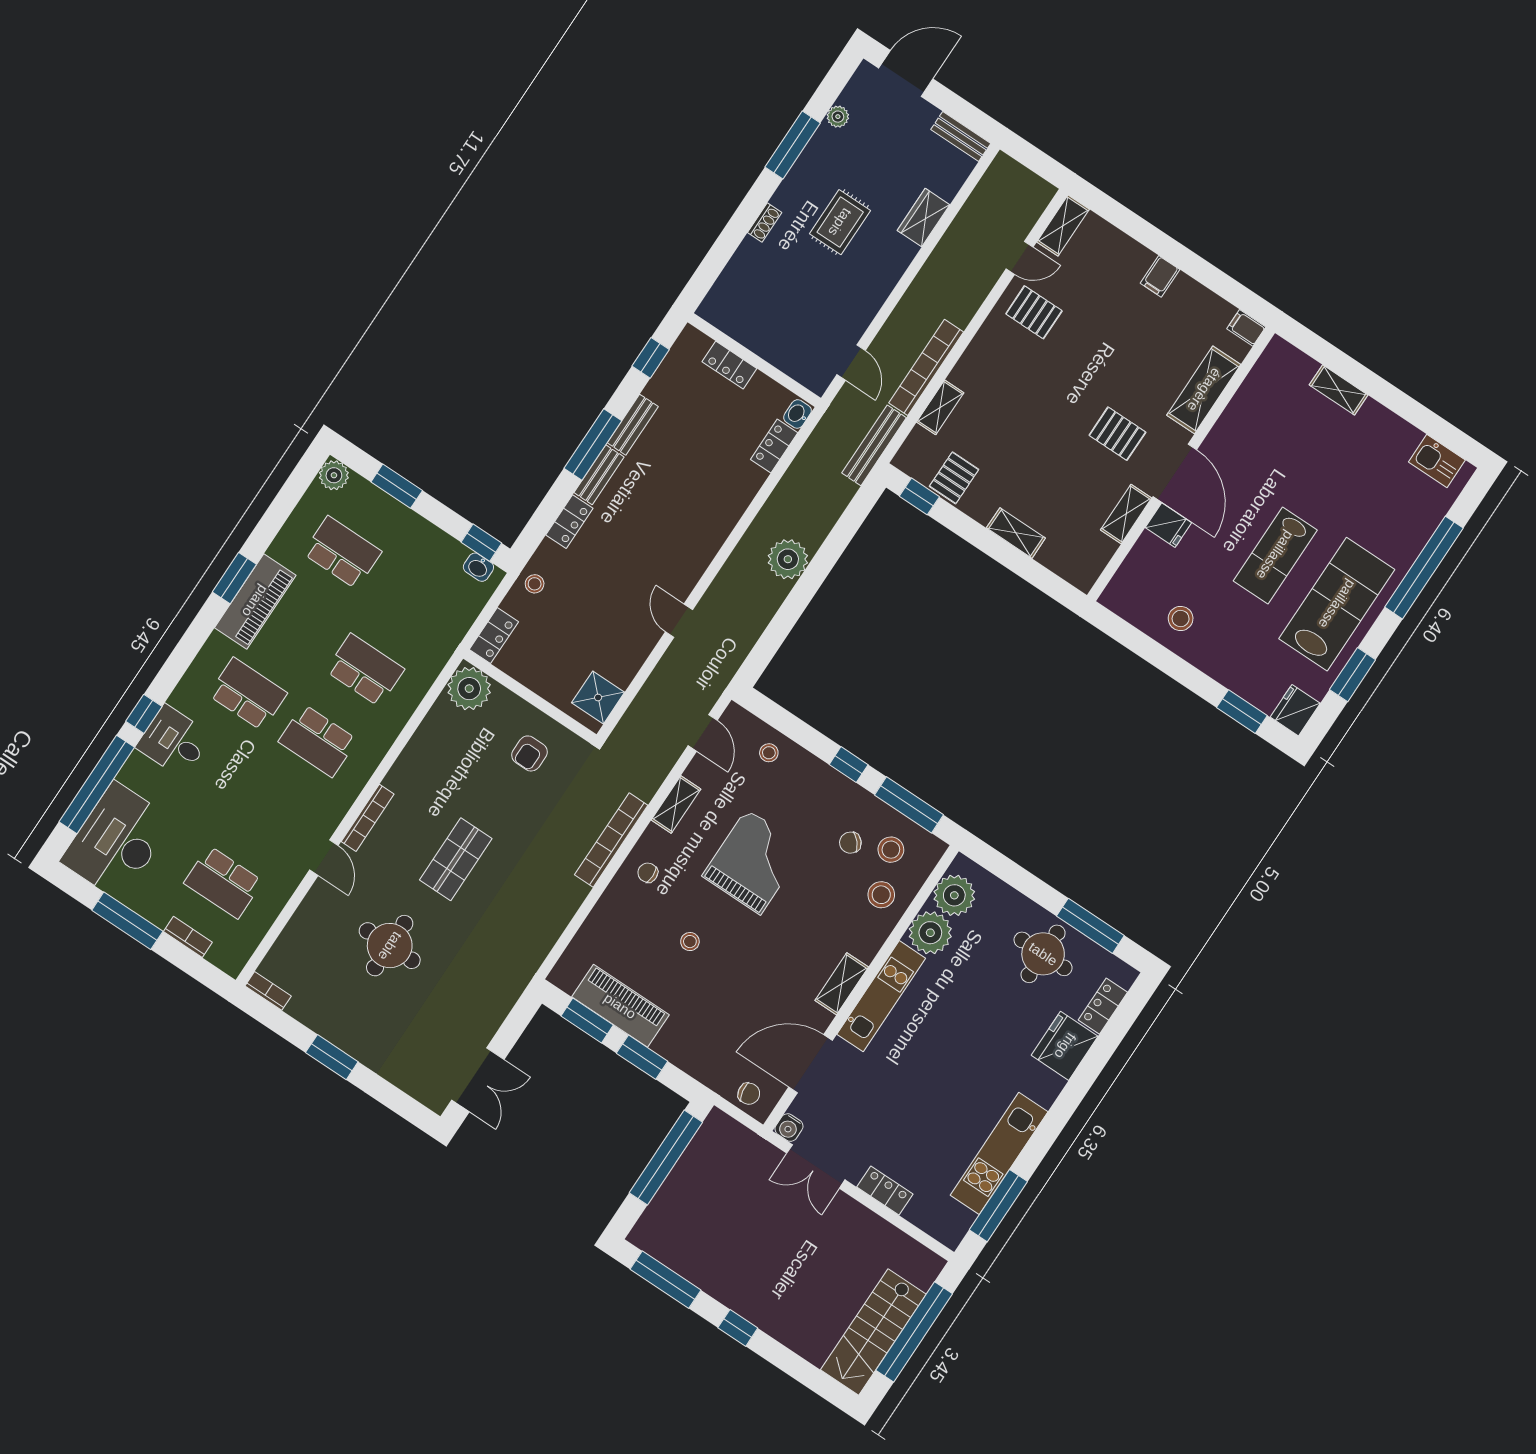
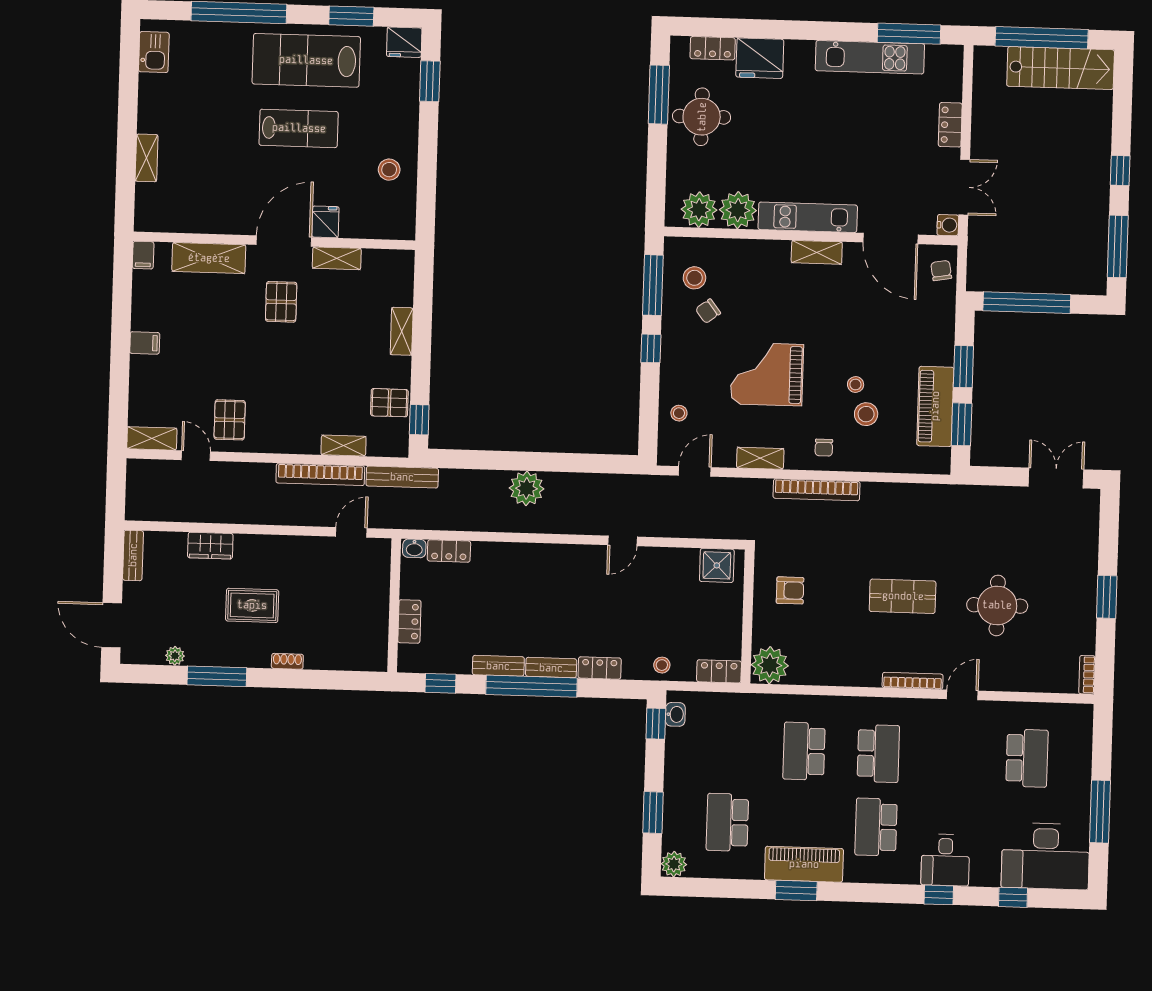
window: (593, 444) -> (531, 686), width x1.46
window: (97, 784) -> (1013, 897), width x0.32
chair: (850, 843) -> (708, 311), turned 94
stool: (881, 895) -> (866, 414), moved
bookcase: (188, 937) -> (1084, 759), removed

